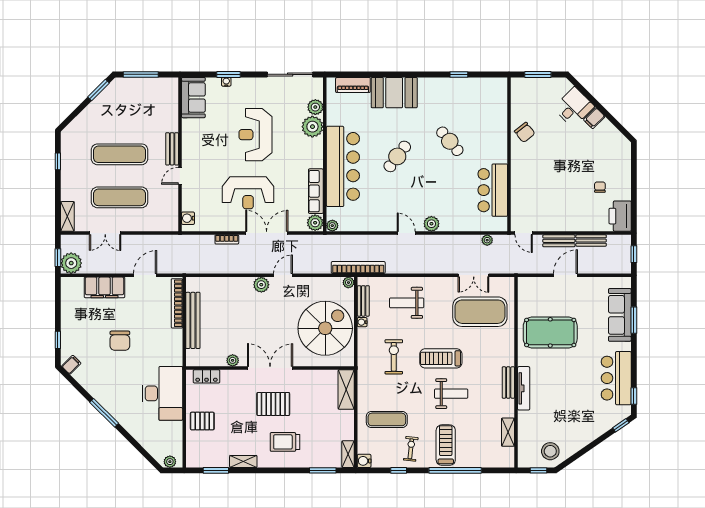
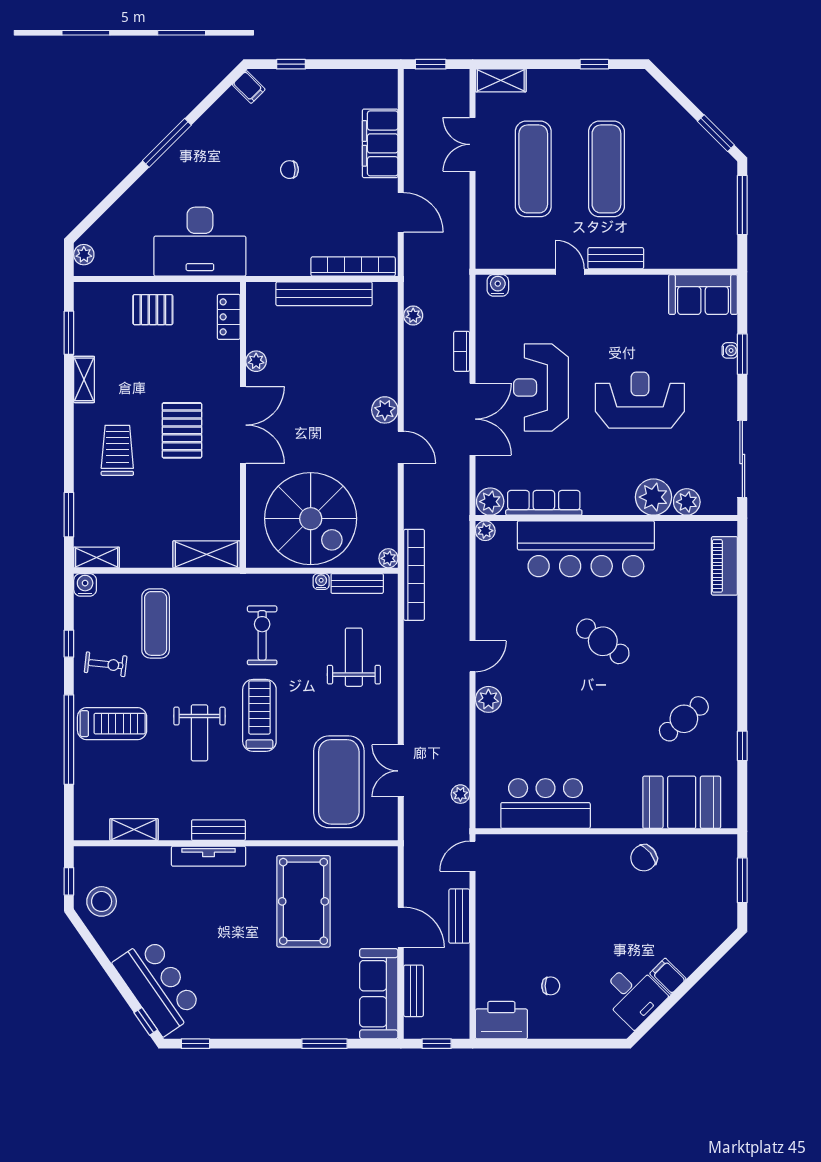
booth: (394, 93) -> (682, 802), moved, turned 90
desk: (574, 107) -> (633, 995), moved
cafe table: (450, 141) -> (684, 719), moved
bench: (591, 241) -> (414, 991), moved
plant: (71, 263) -> (413, 316), moved, width x0.53, depth x0.53
sofa: (620, 315) -> (379, 994), moved, turned -90
chair: (120, 341) -> (289, 170), width x0.54, depth x0.54
exercise bike: (394, 357) -> (262, 635), turned -90
bar counter: (616, 378) -> (158, 986), moved, turned 55
pallet: (202, 421) -> (153, 310), turned 90

